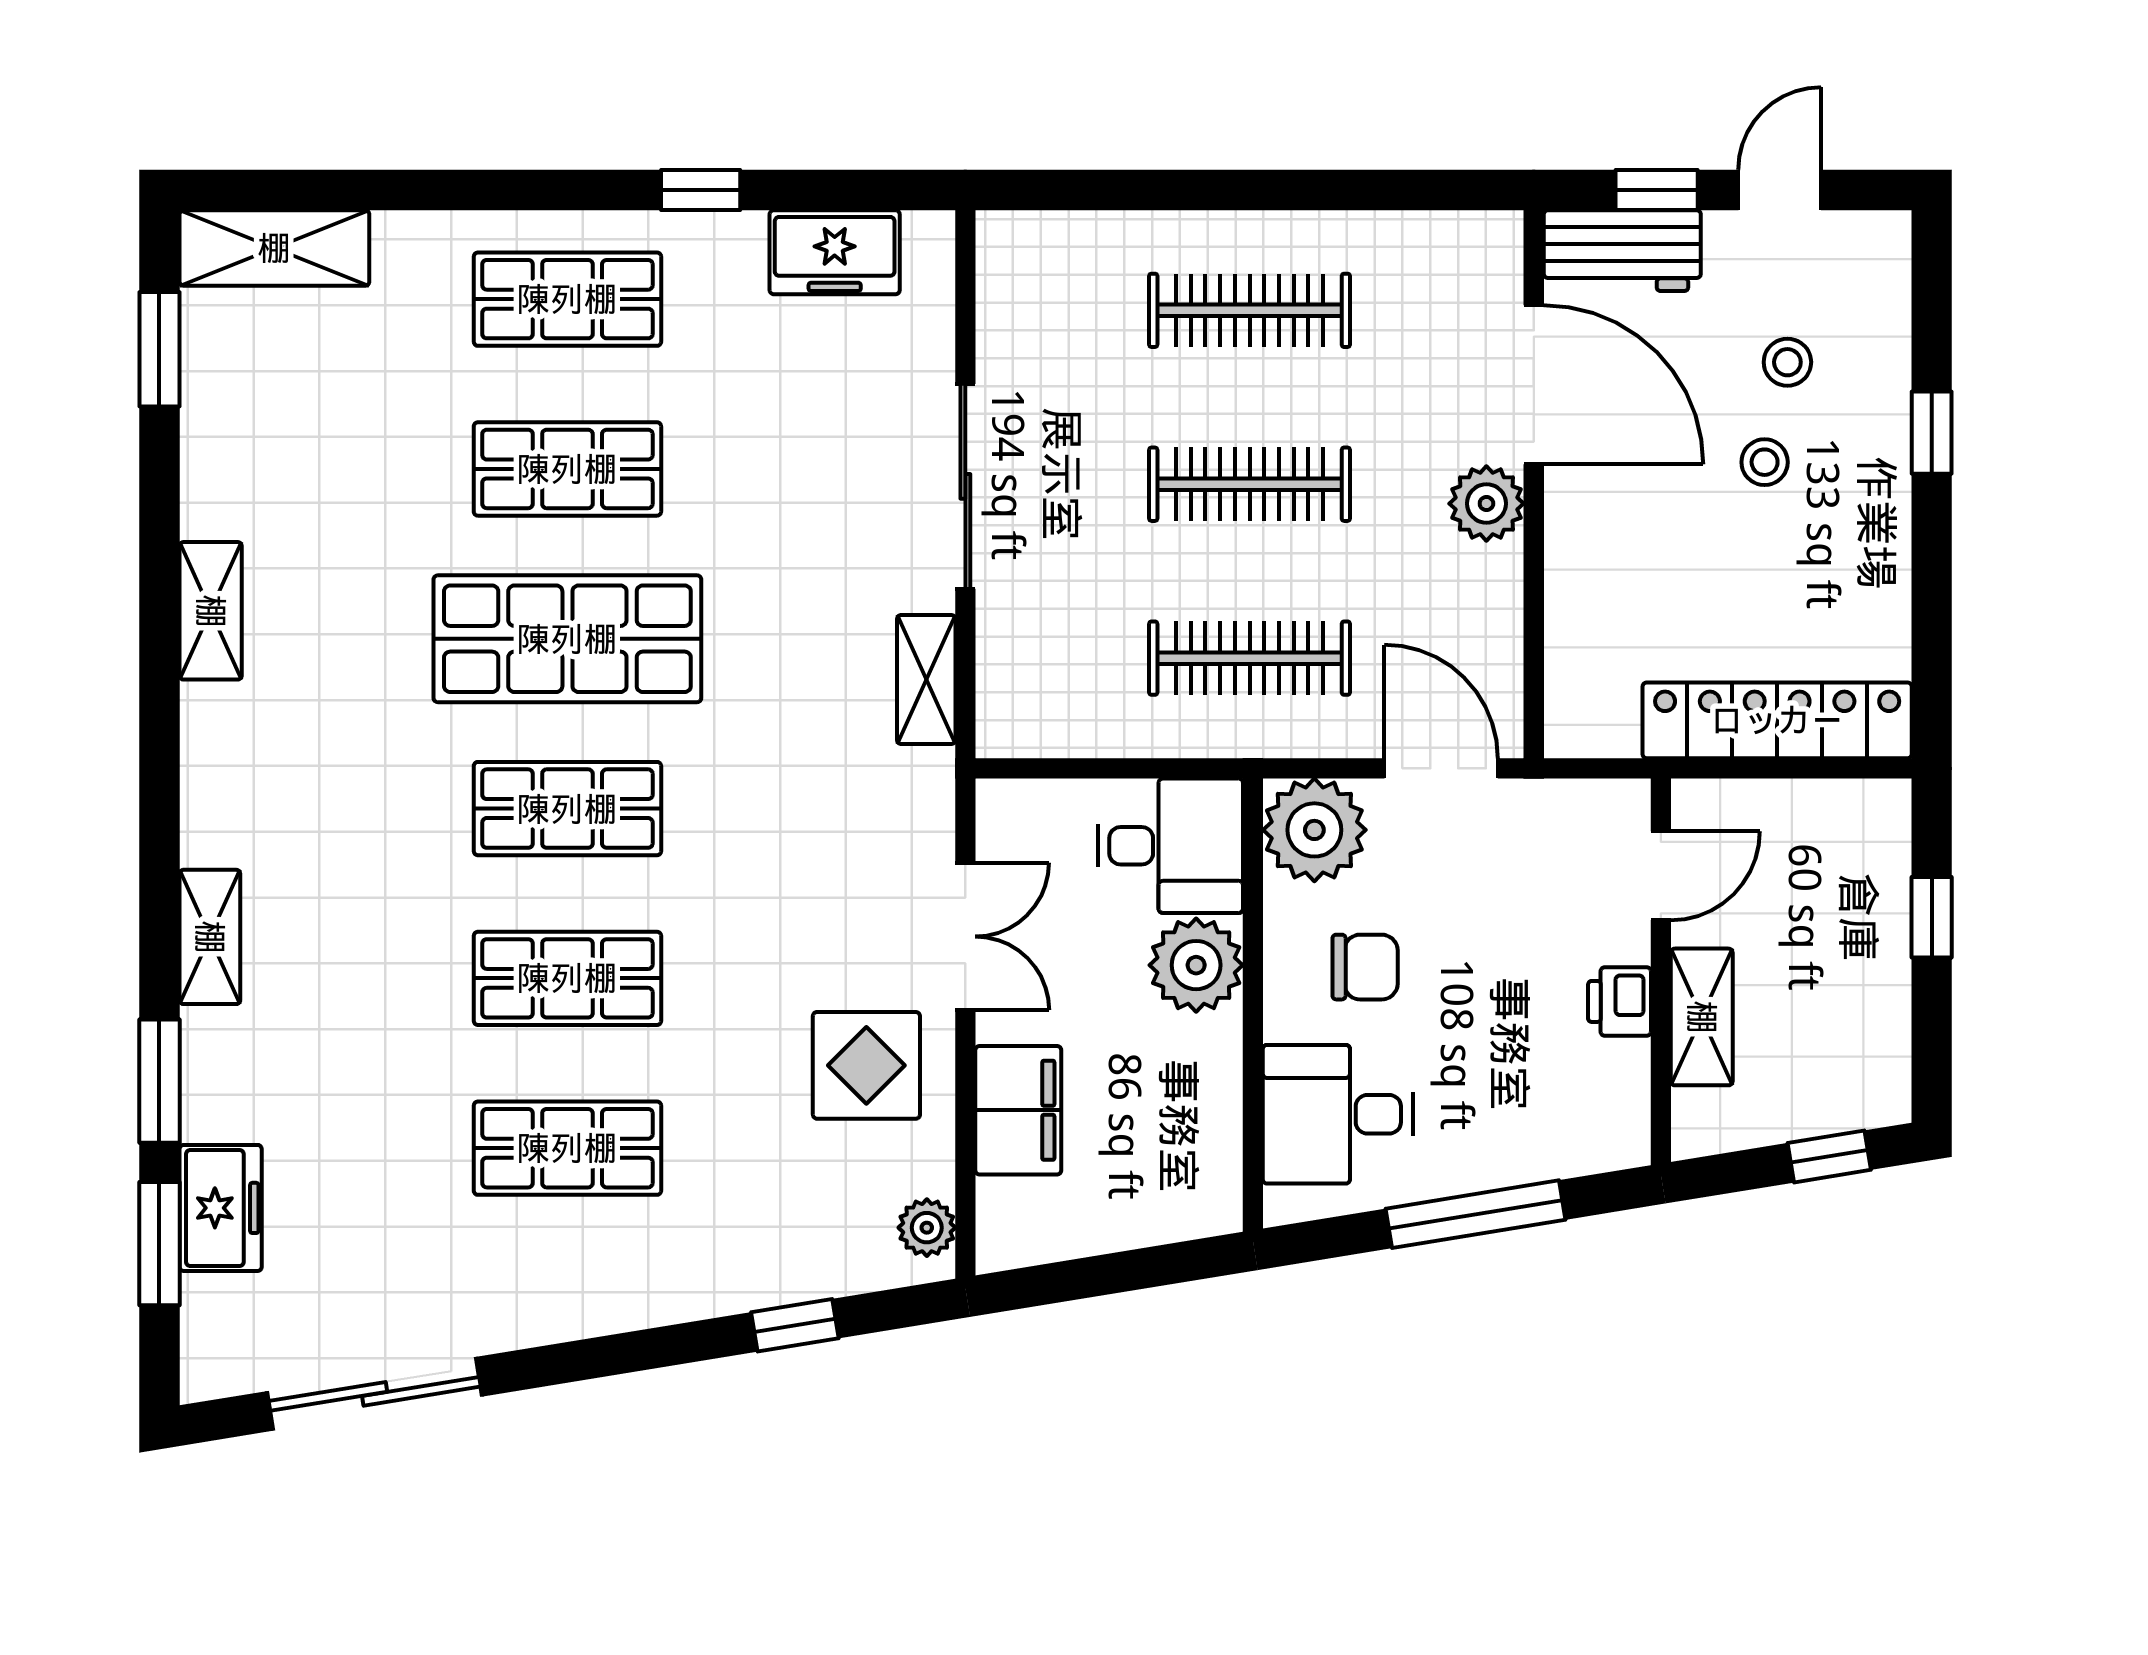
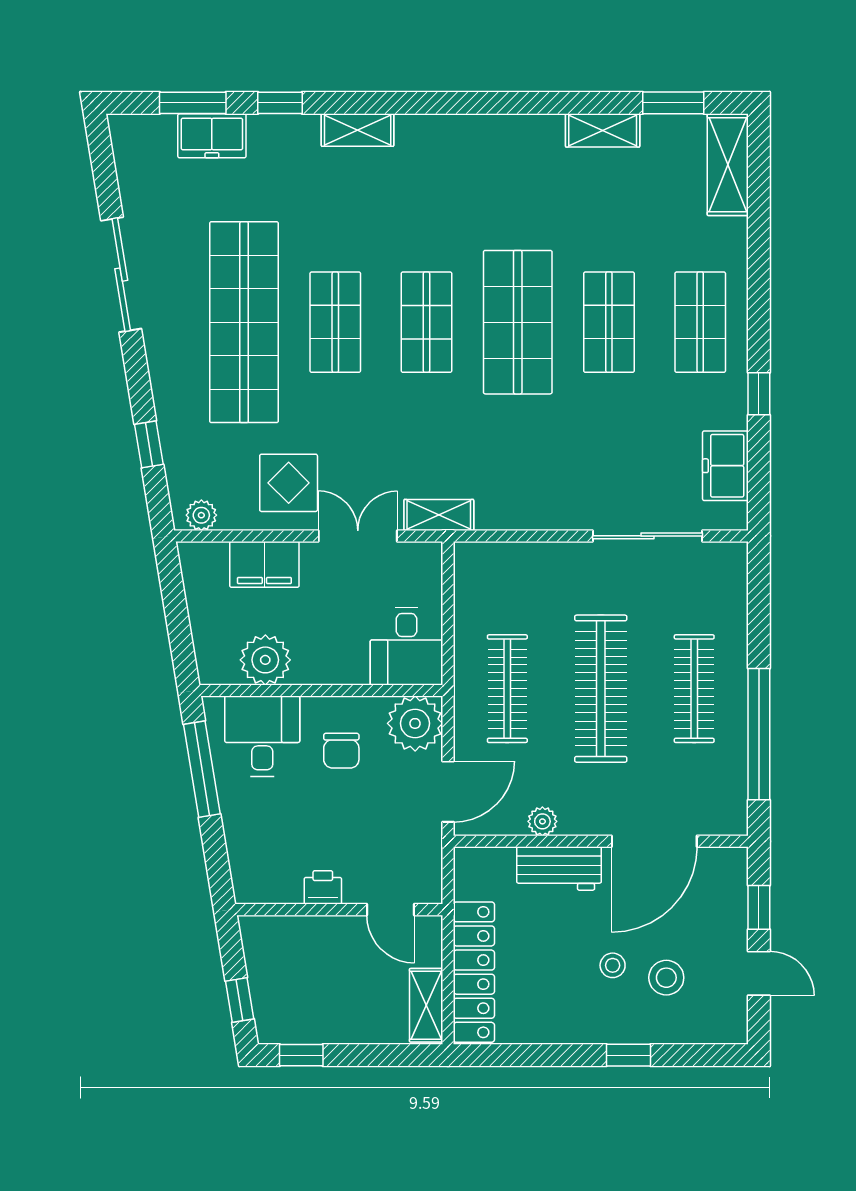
window: (1334, 190) -> (759, 734), added
workbench: (1622, 251) -> (559, 869), moved, turned -90
stool: (1787, 362) -> (666, 978), width x1.37, depth x1.37
clothes rail: (1250, 484) -> (601, 689), width x1.37, depth x1.31
sliding door: (965, 486) -> (648, 536), moved
plant: (1486, 504) -> (542, 821), moved, width x0.73, depth x0.73
shelving: (211, 611) -> (603, 130), moved
shelving: (926, 679) -> (439, 515), moved
window: (1932, 917) -> (301, 1055), moved
double door: (965, 936) -> (358, 536), swing flipped
plant: (1196, 965) -> (265, 660), moved
shelving: (1702, 1017) -> (426, 1005), moved, turned 90
window: (159, 1081) -> (280, 103), width x0.67
shop shelf: (567, 1148) -> (244, 322), width x2.00, depth x1.36
window: (1475, 1214) -> (202, 769), moved
sliding door: (375, 1394) -> (121, 275), moved

